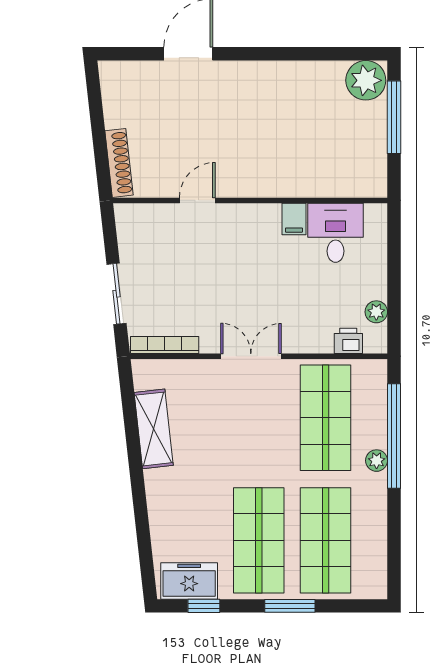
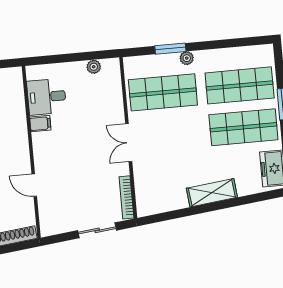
printer: (348, 341) -> (113, 83), removed
shelving: (154, 429) -> (212, 193), moved
window: (394, 436) -> (170, 49), width x0.47

